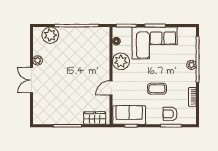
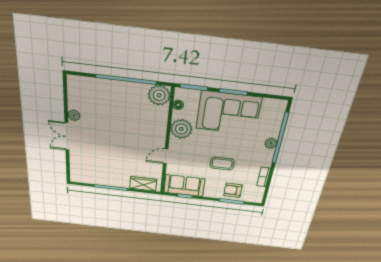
plant: (50, 35) -> (159, 95), moved

